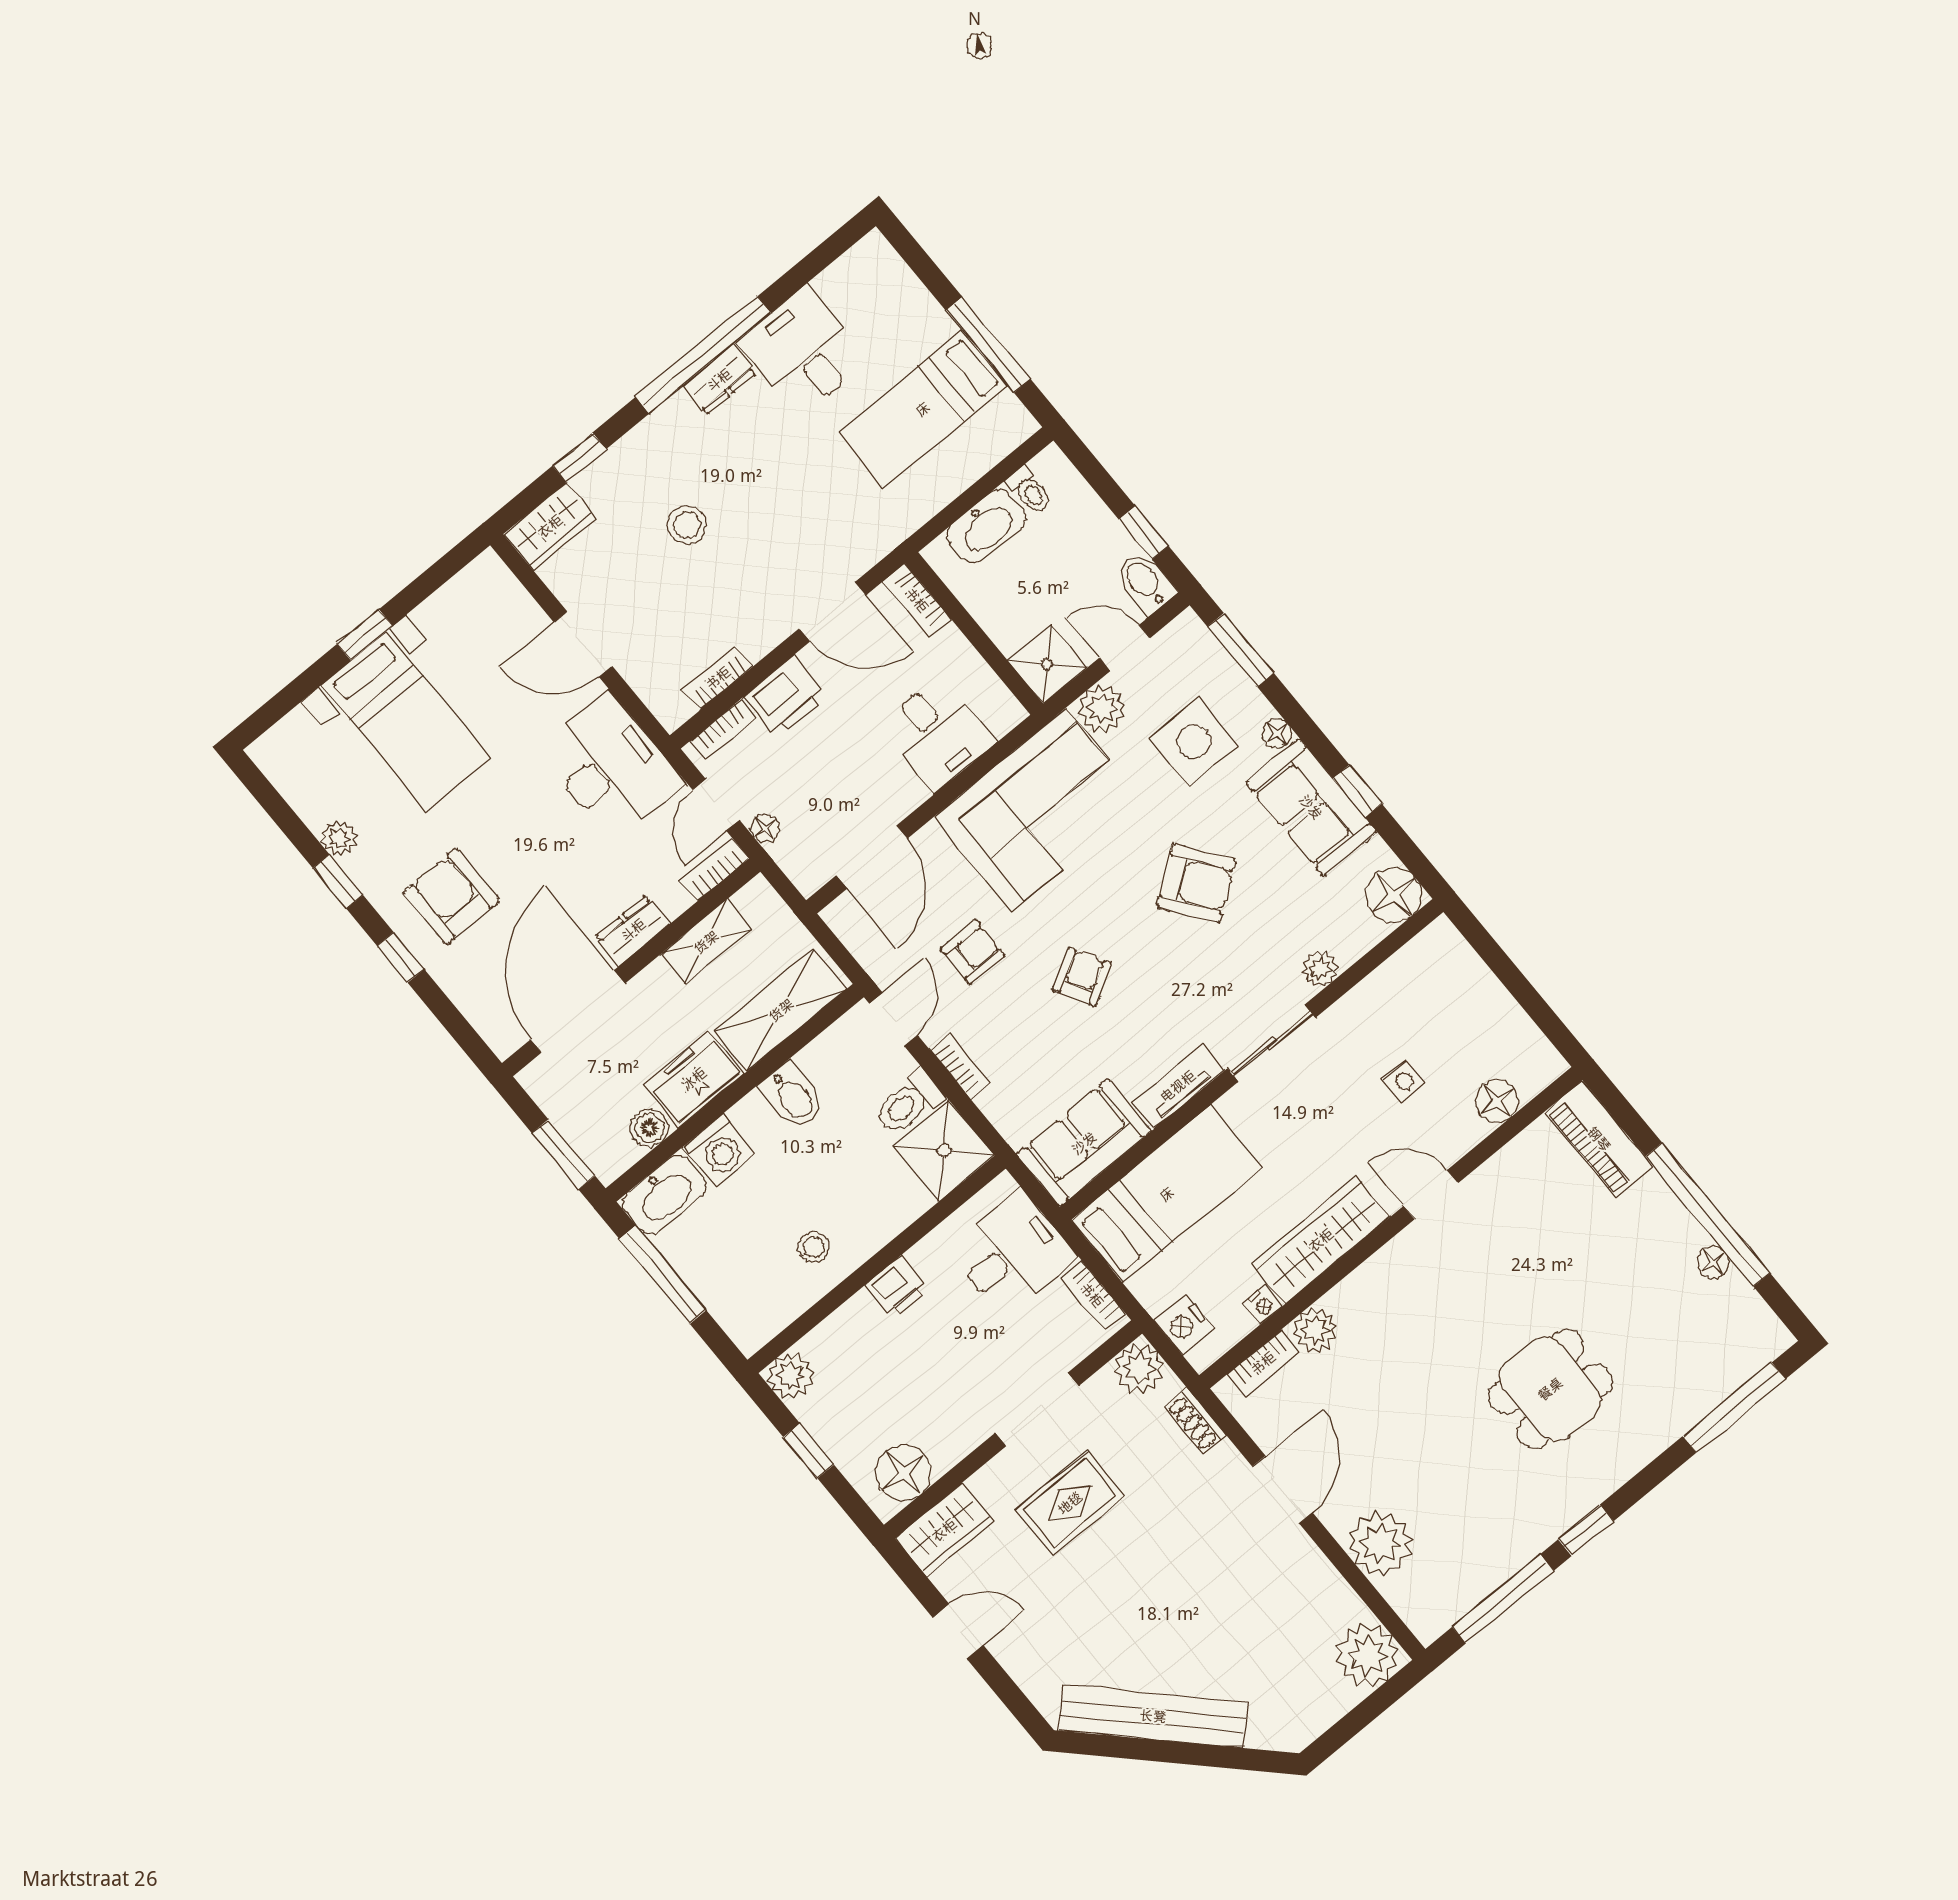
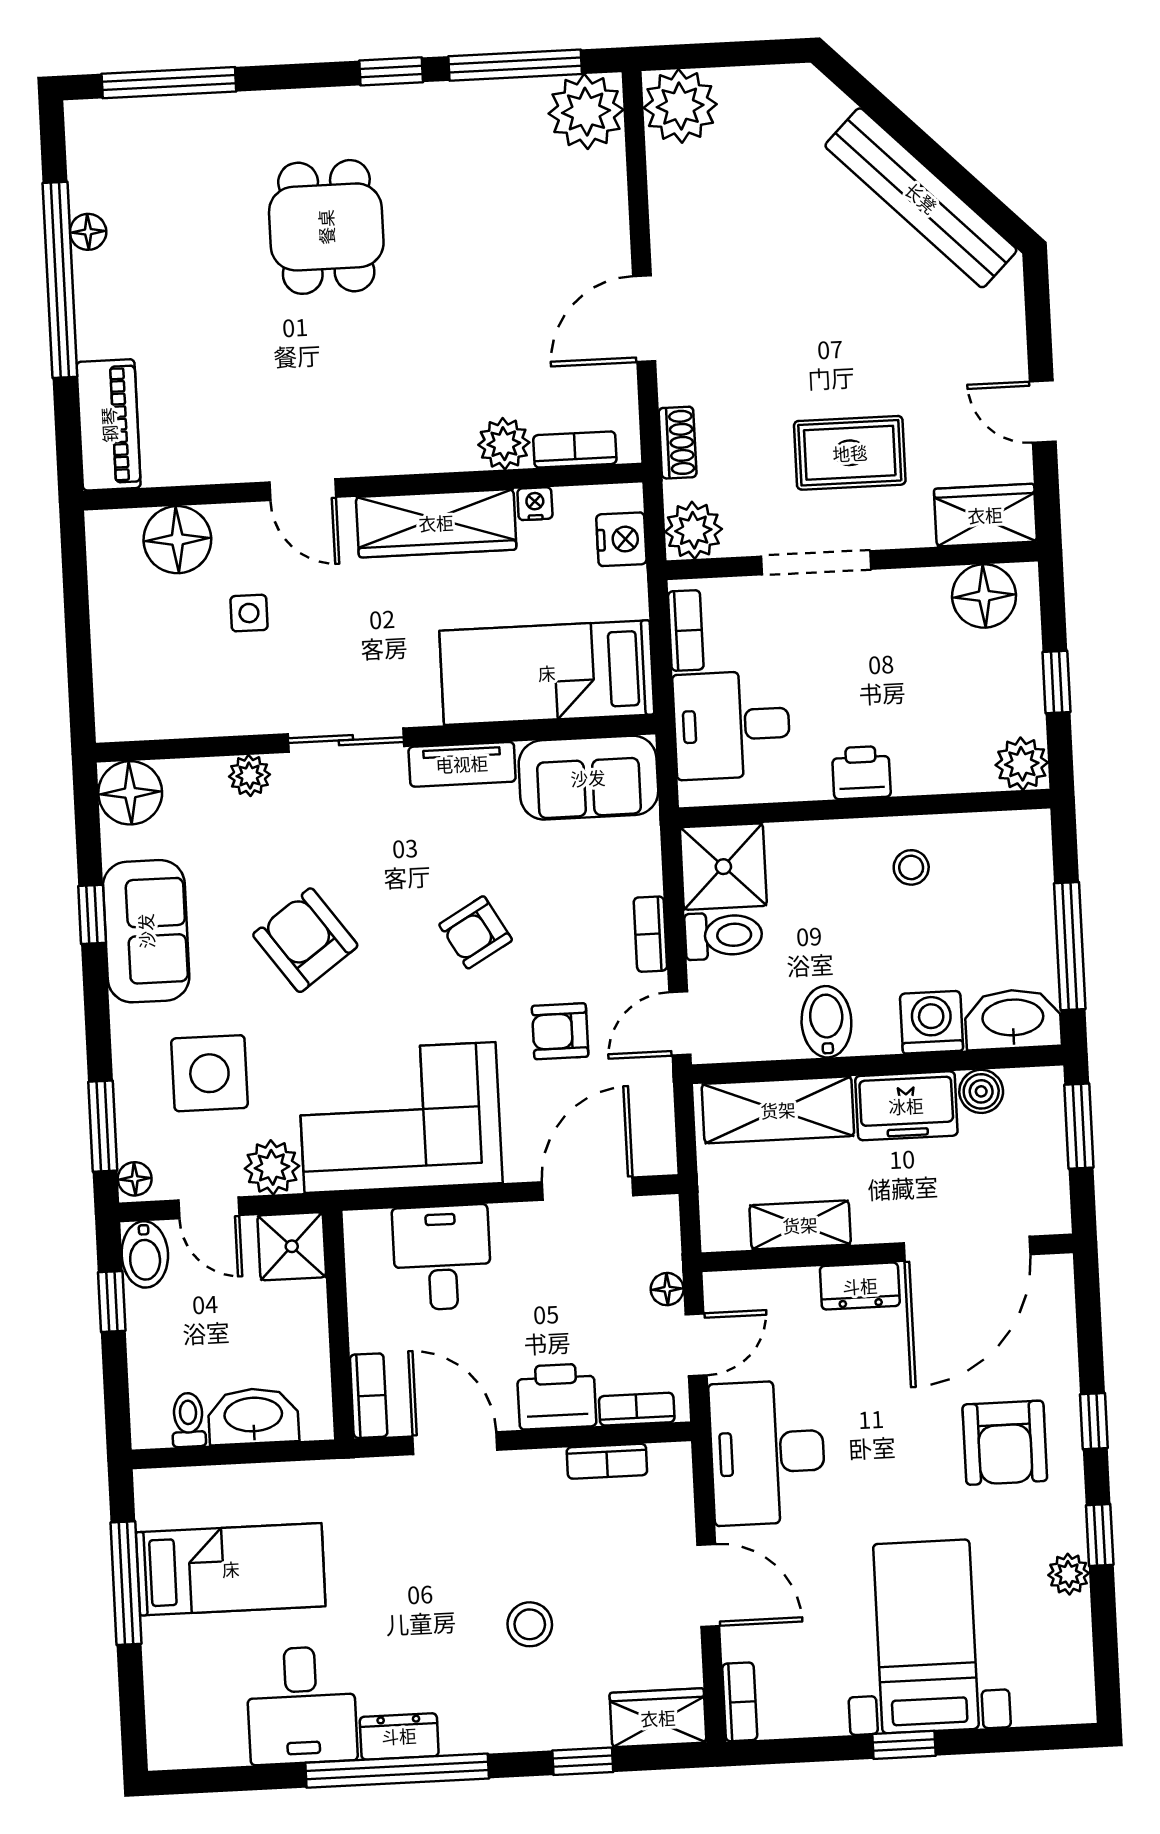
floor lamp: (1277, 733) -> (135, 1179), moved
bookcase: (715, 870) -> (740, 1702), moved, turned -90
floor lamp: (1497, 1101) -> (177, 540), width x1.38, depth x1.38
dining table: (1550, 1389) -> (326, 227), turned 90
plant: (1380, 1543) -> (586, 112), moved

